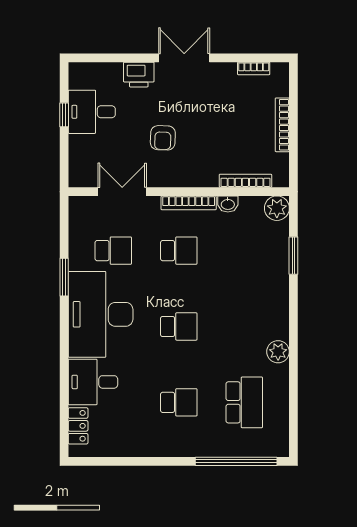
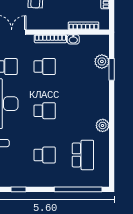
plant: (277, 208) -> (102, 61), moved
window: (134, 461) -> (18, 189), added

